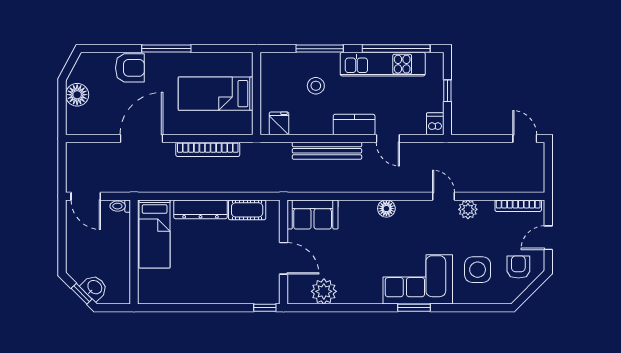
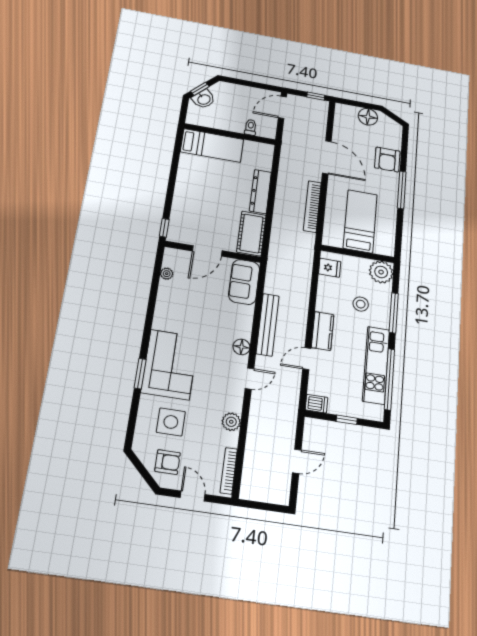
plant: (274, 66) -> (381, 272), added
door: (525, 139) -> (297, 461), moved
bench: (327, 151) -> (268, 325), moved
window: (62, 159) -> (316, 96), added
door: (444, 196) -> (249, 379), moved
toilet: (120, 206) -> (251, 127), moved
cot: (247, 210) -> (251, 233), width x1.37, depth x1.34
bed: (155, 234) -> (212, 146), moved, turned 180
plant: (324, 291) -> (167, 274), width x0.53, depth x0.53
window: (414, 308) -> (140, 374), moved

